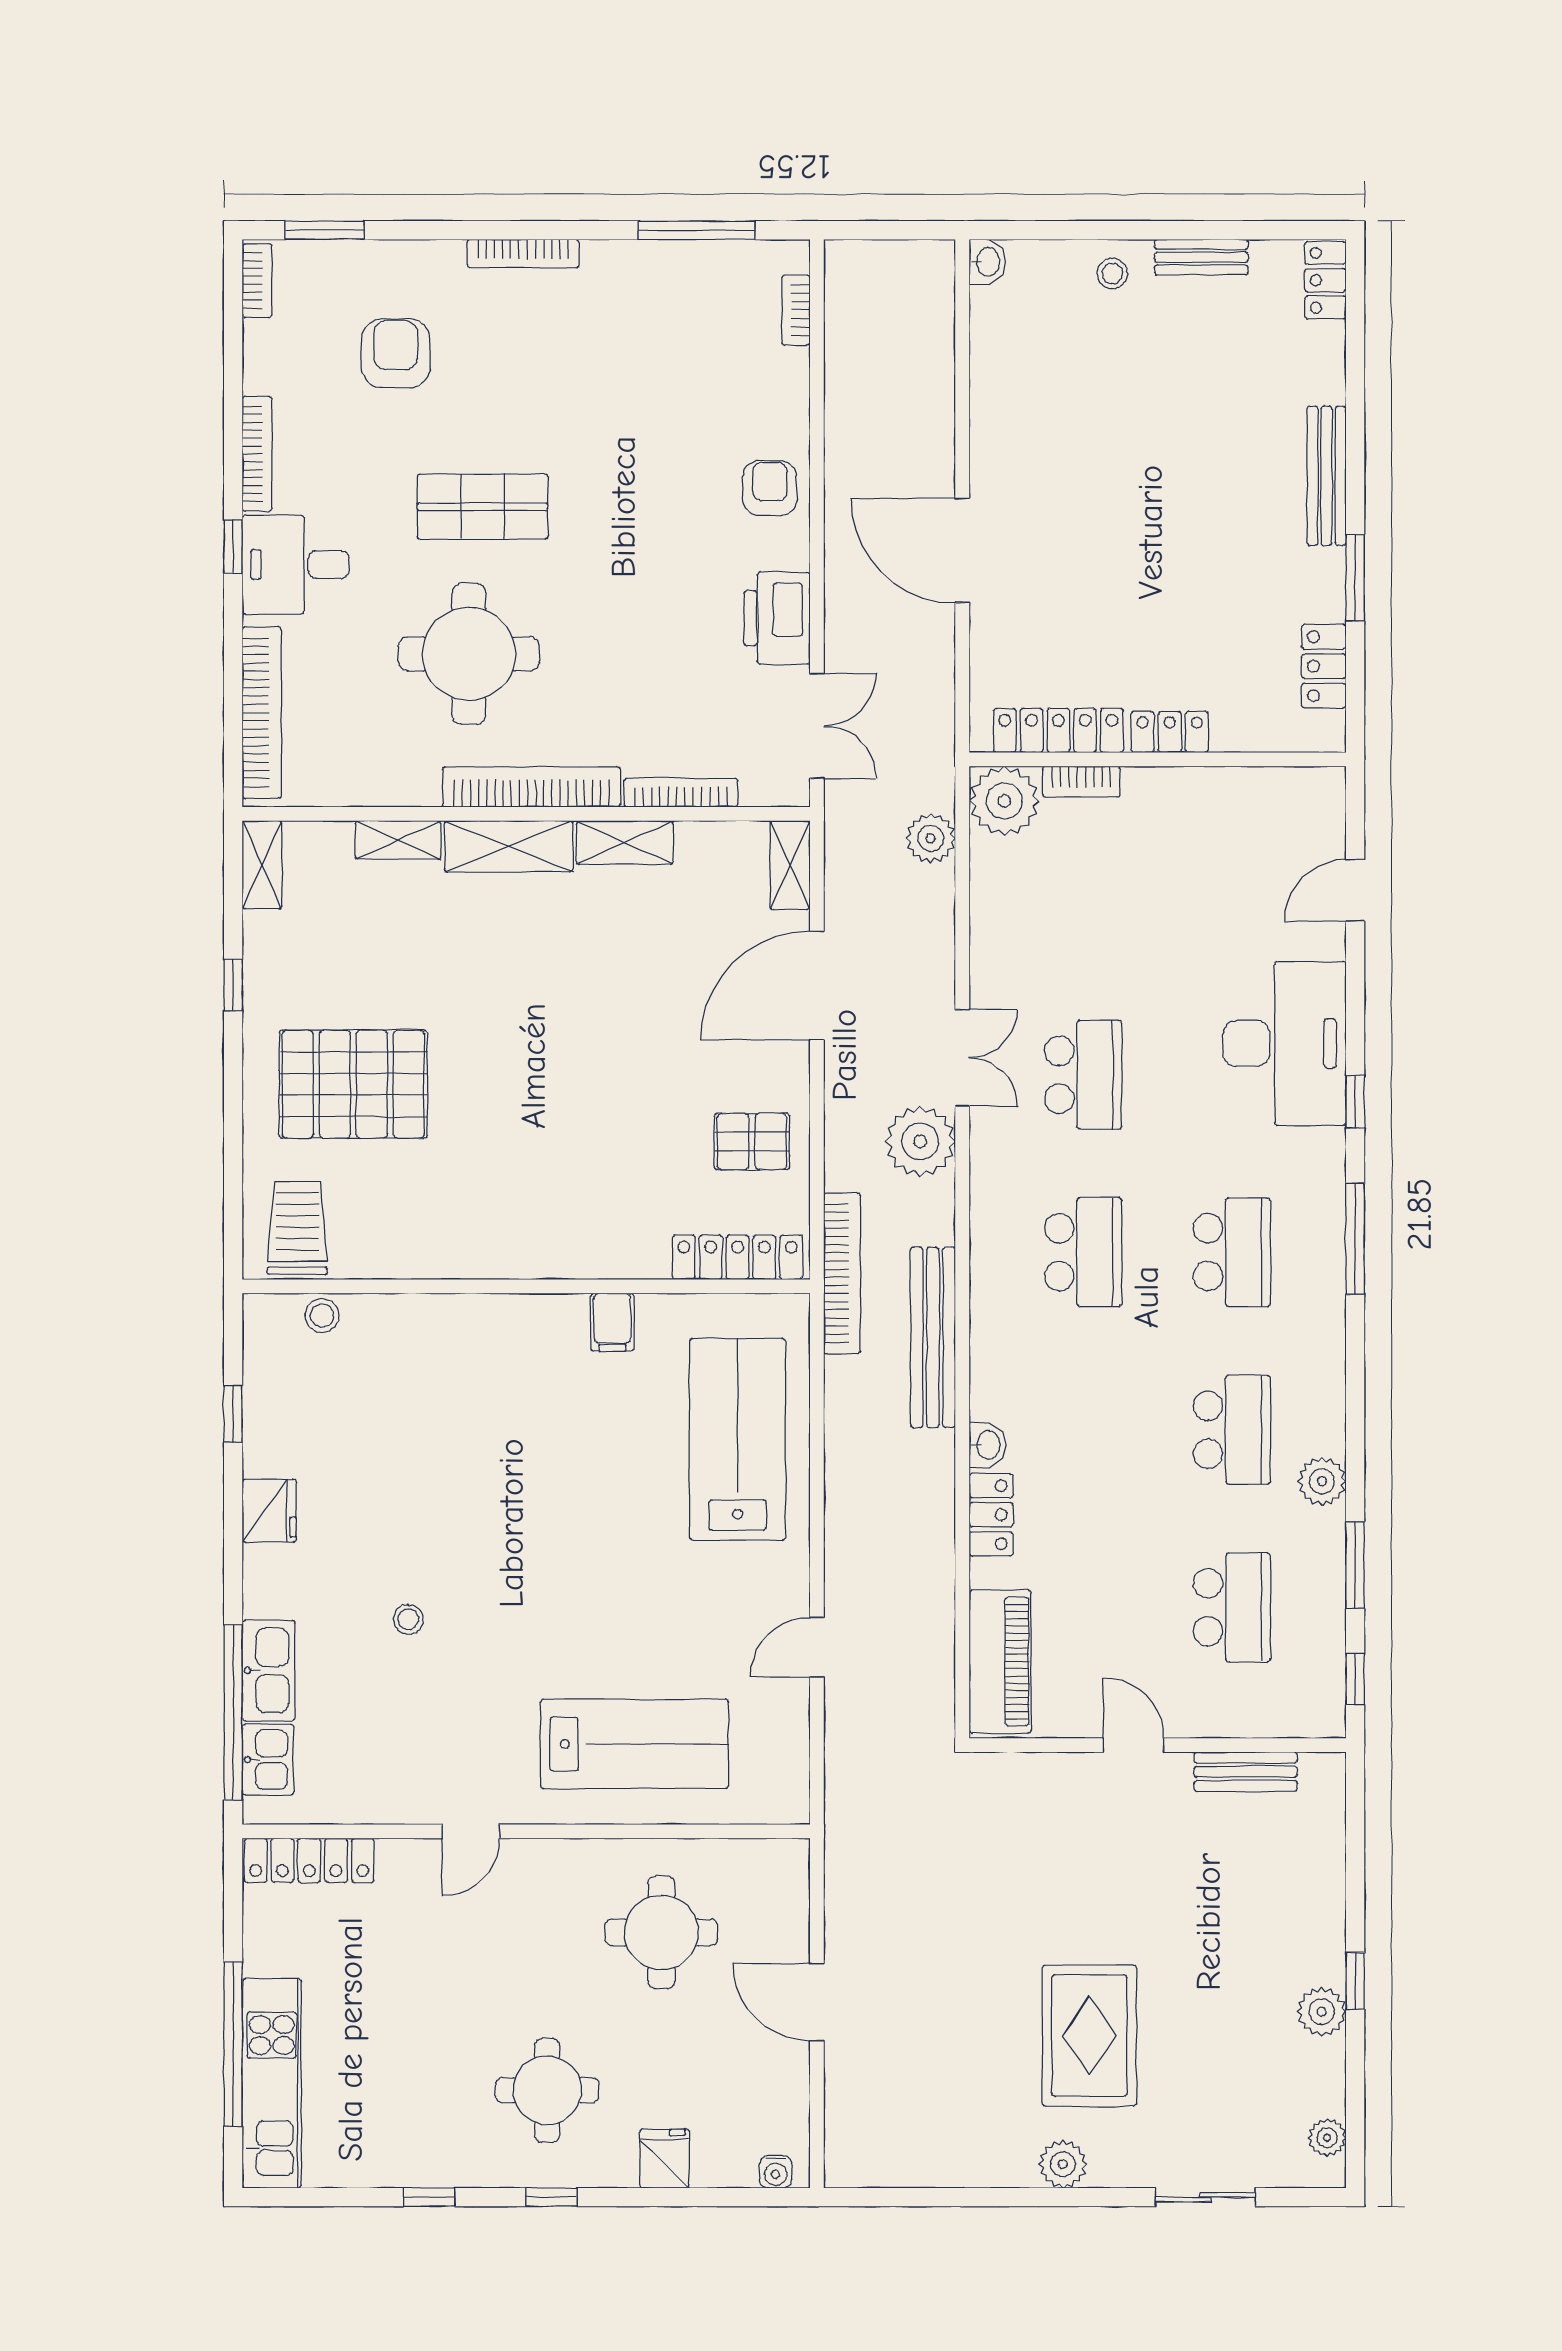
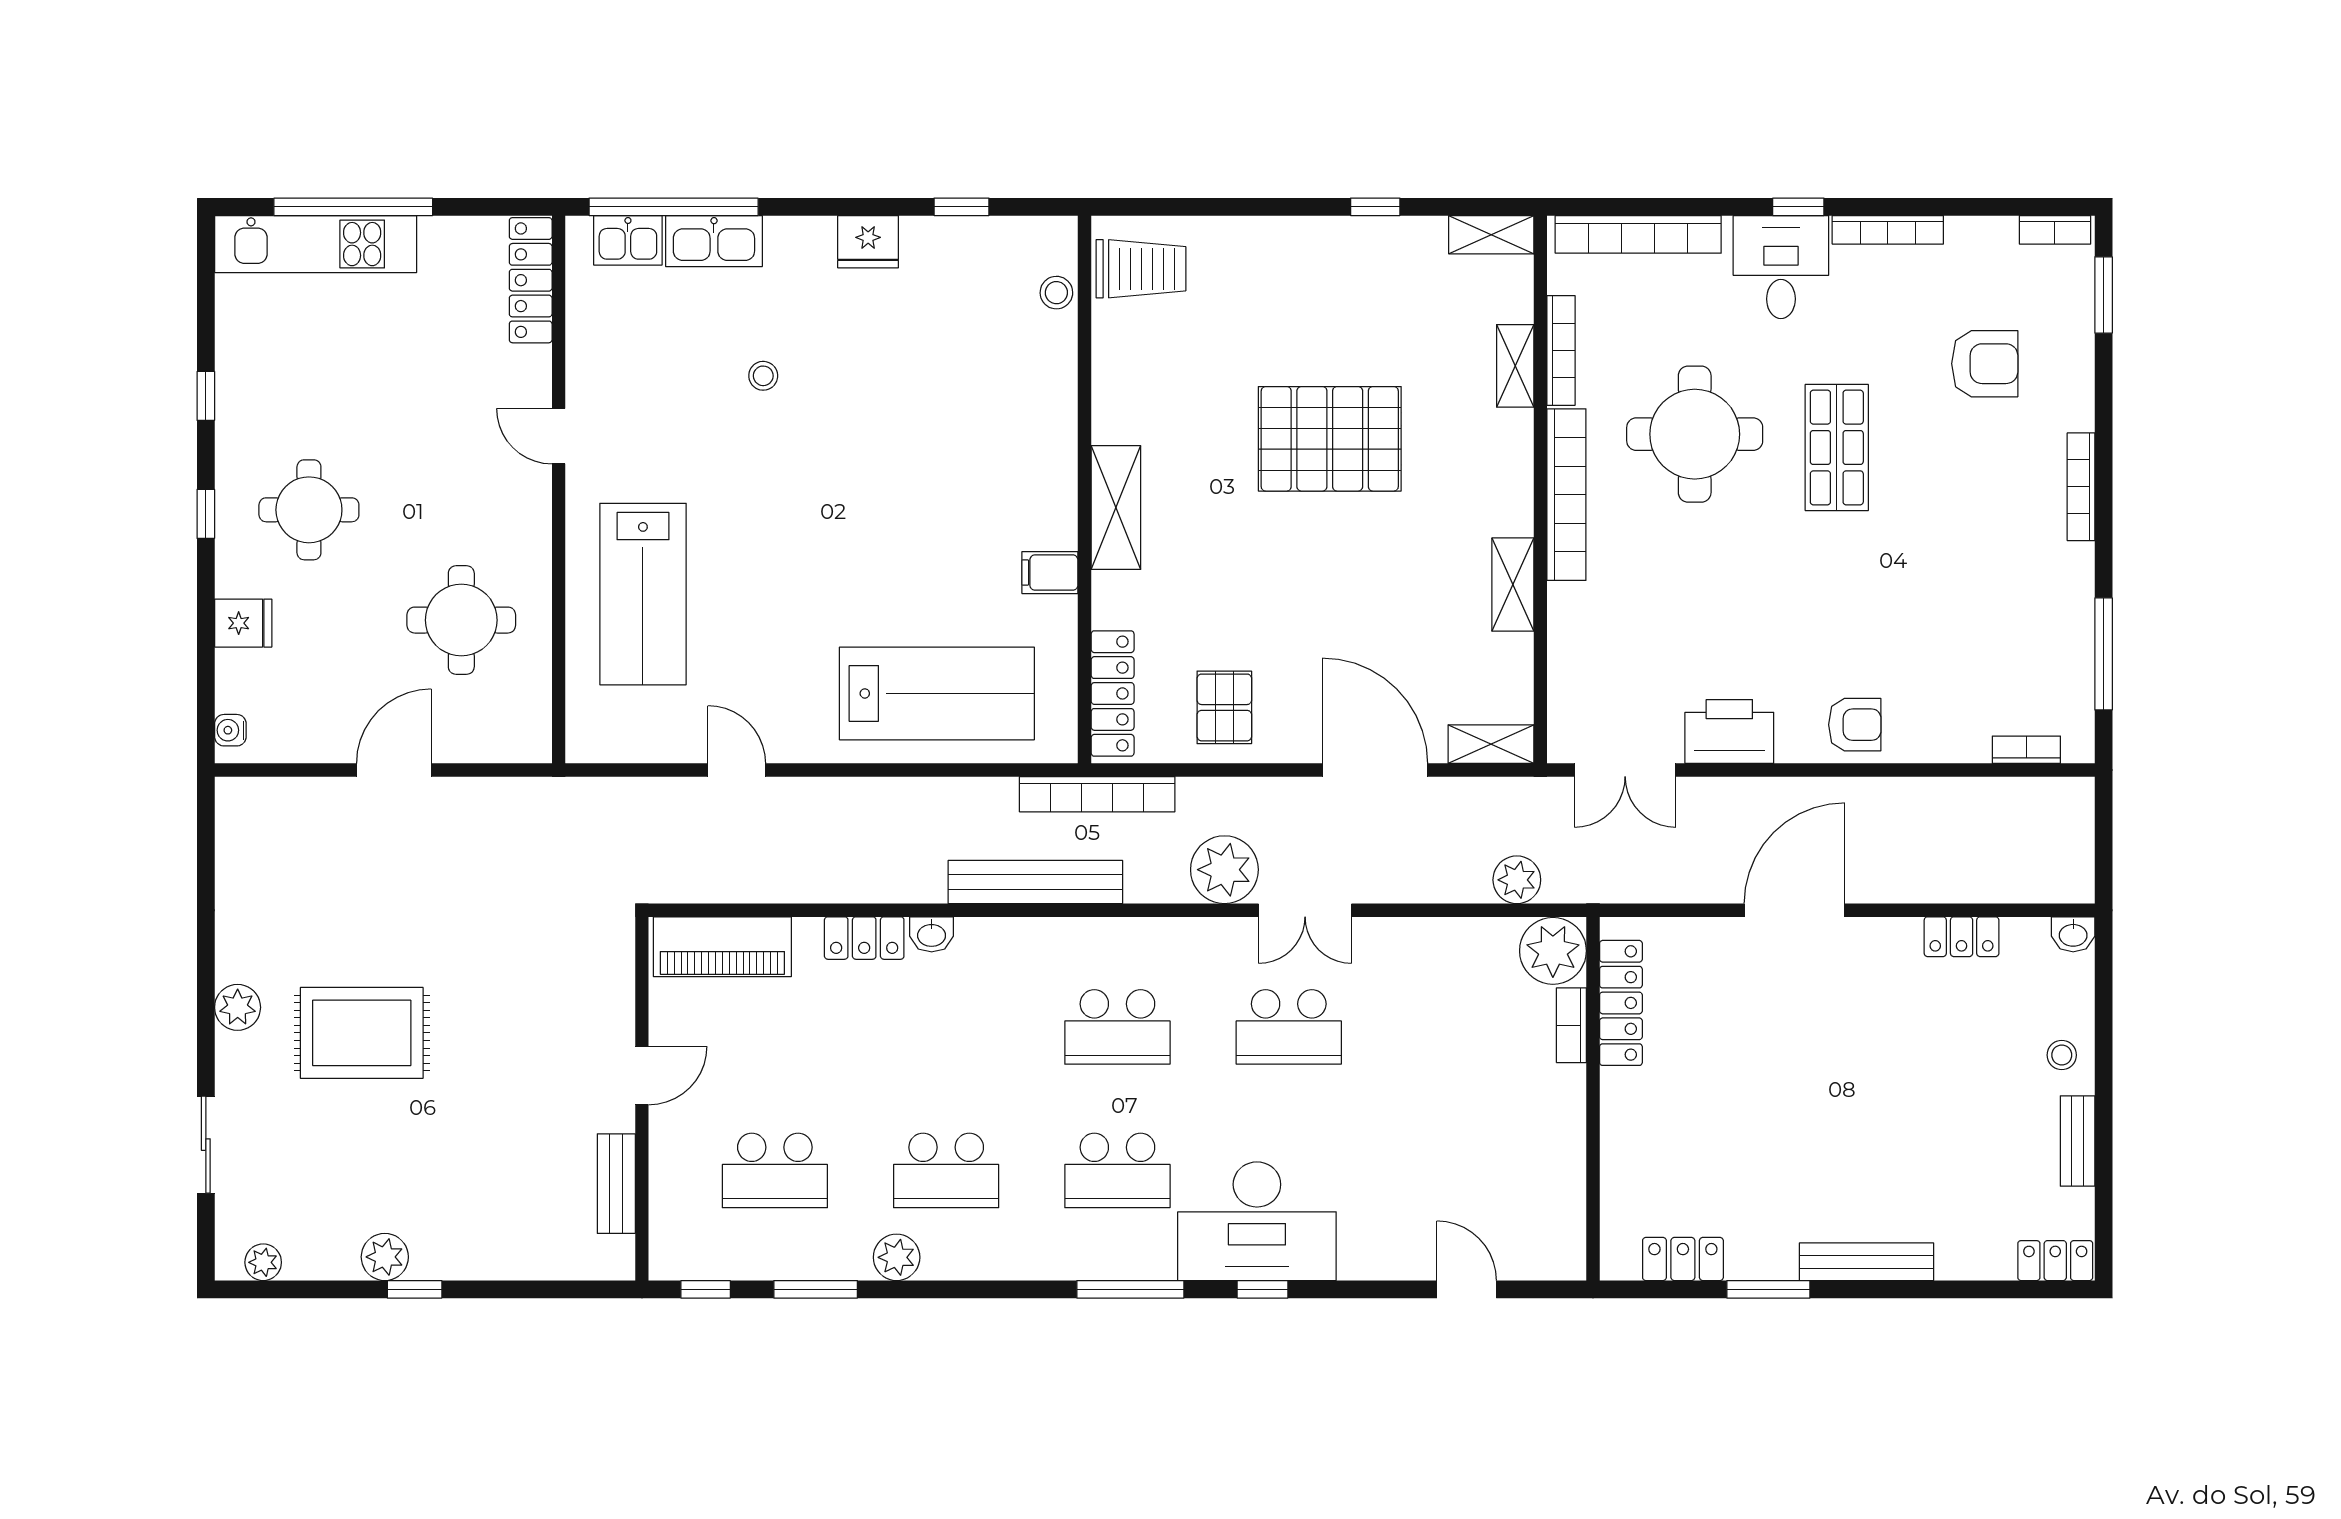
locker: (1170, 732) -> (1962, 937), moved, turned 90
bookcase: (681, 793) -> (1561, 350), moved
shelving: (509, 846) -> (1116, 508), moved
desk: (1285, 1043) -> (1257, 1221), moved
pallet: (353, 1084) -> (1330, 439), moved, turned 90

